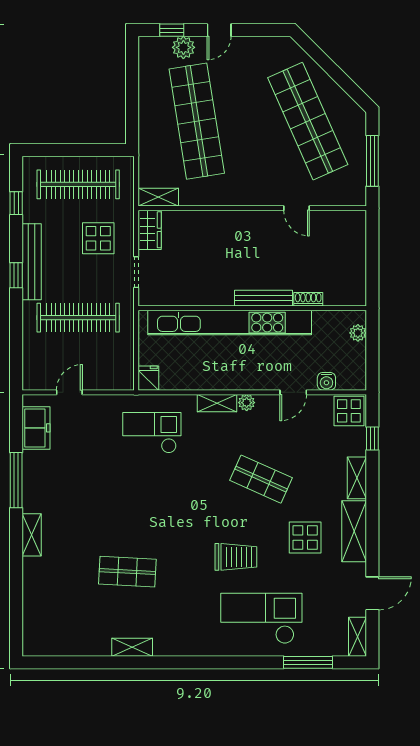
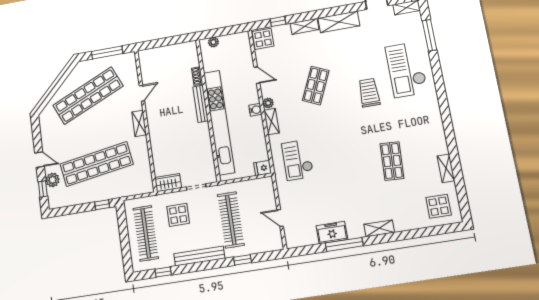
window: (132, 122) -> (102, 205), added
shelving: (158, 197) -> (139, 123), moved
window: (16, 275) -> (242, 260), moved
water cooler: (326, 381) -> (255, 110), moved
freezer: (36, 428) -> (332, 233), moved
display table: (305, 538) -> (439, 206), moved
shelving: (132, 647) -> (446, 168), moved

